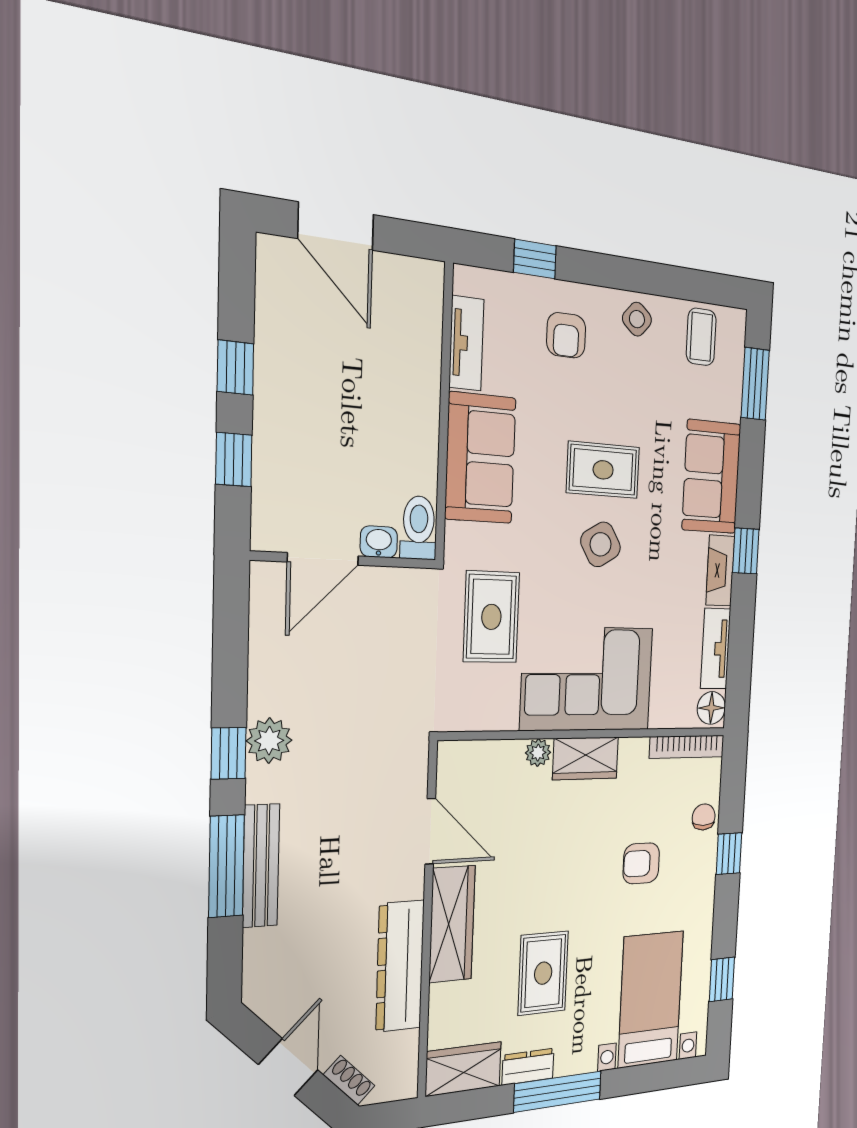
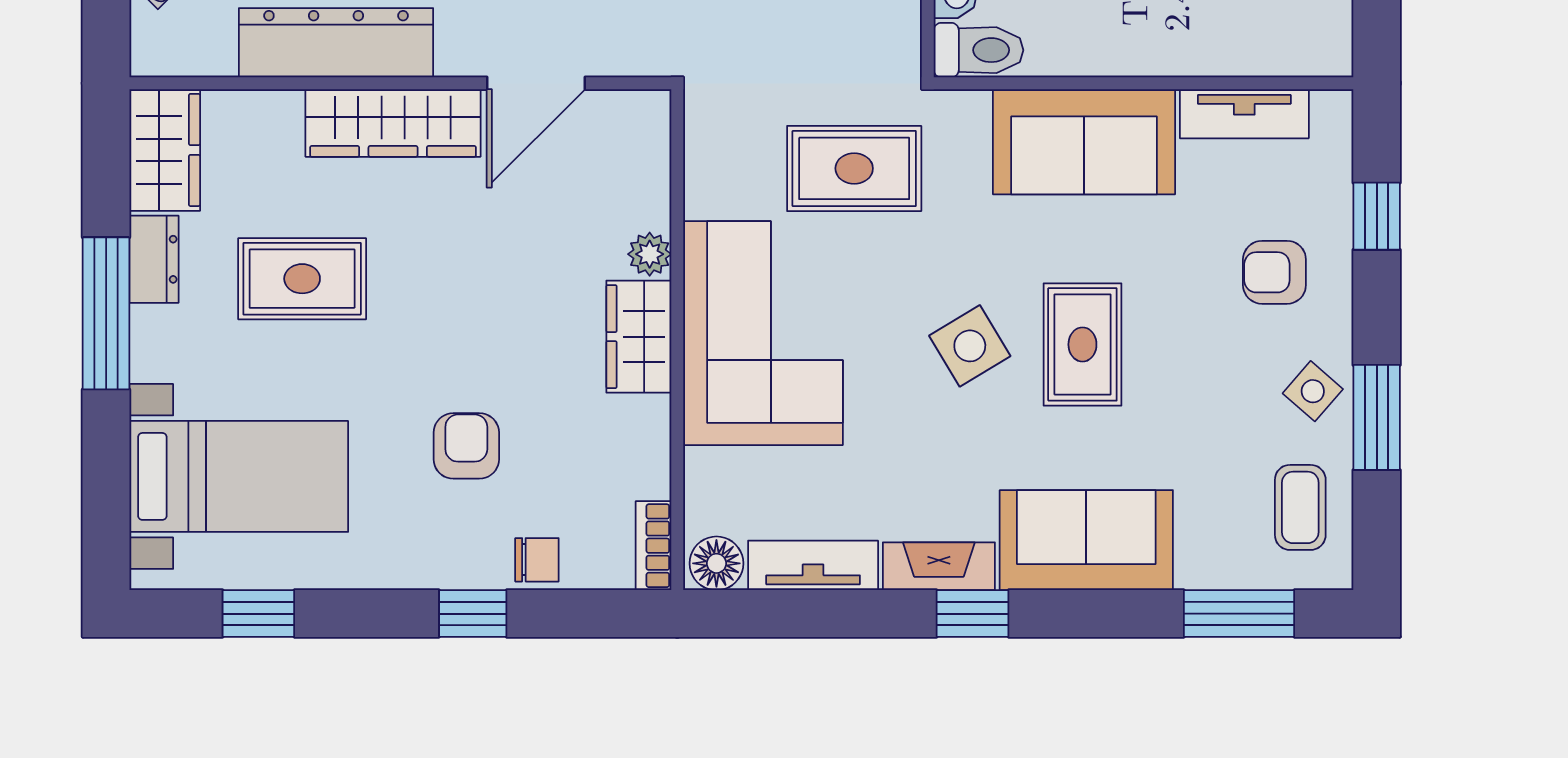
window: (654, 279) -> (1377, 417), added
coffee table: (701, 337) -> (1300, 507), turned 90
bookcase: (687, 747) -> (654, 546), width x0.64

